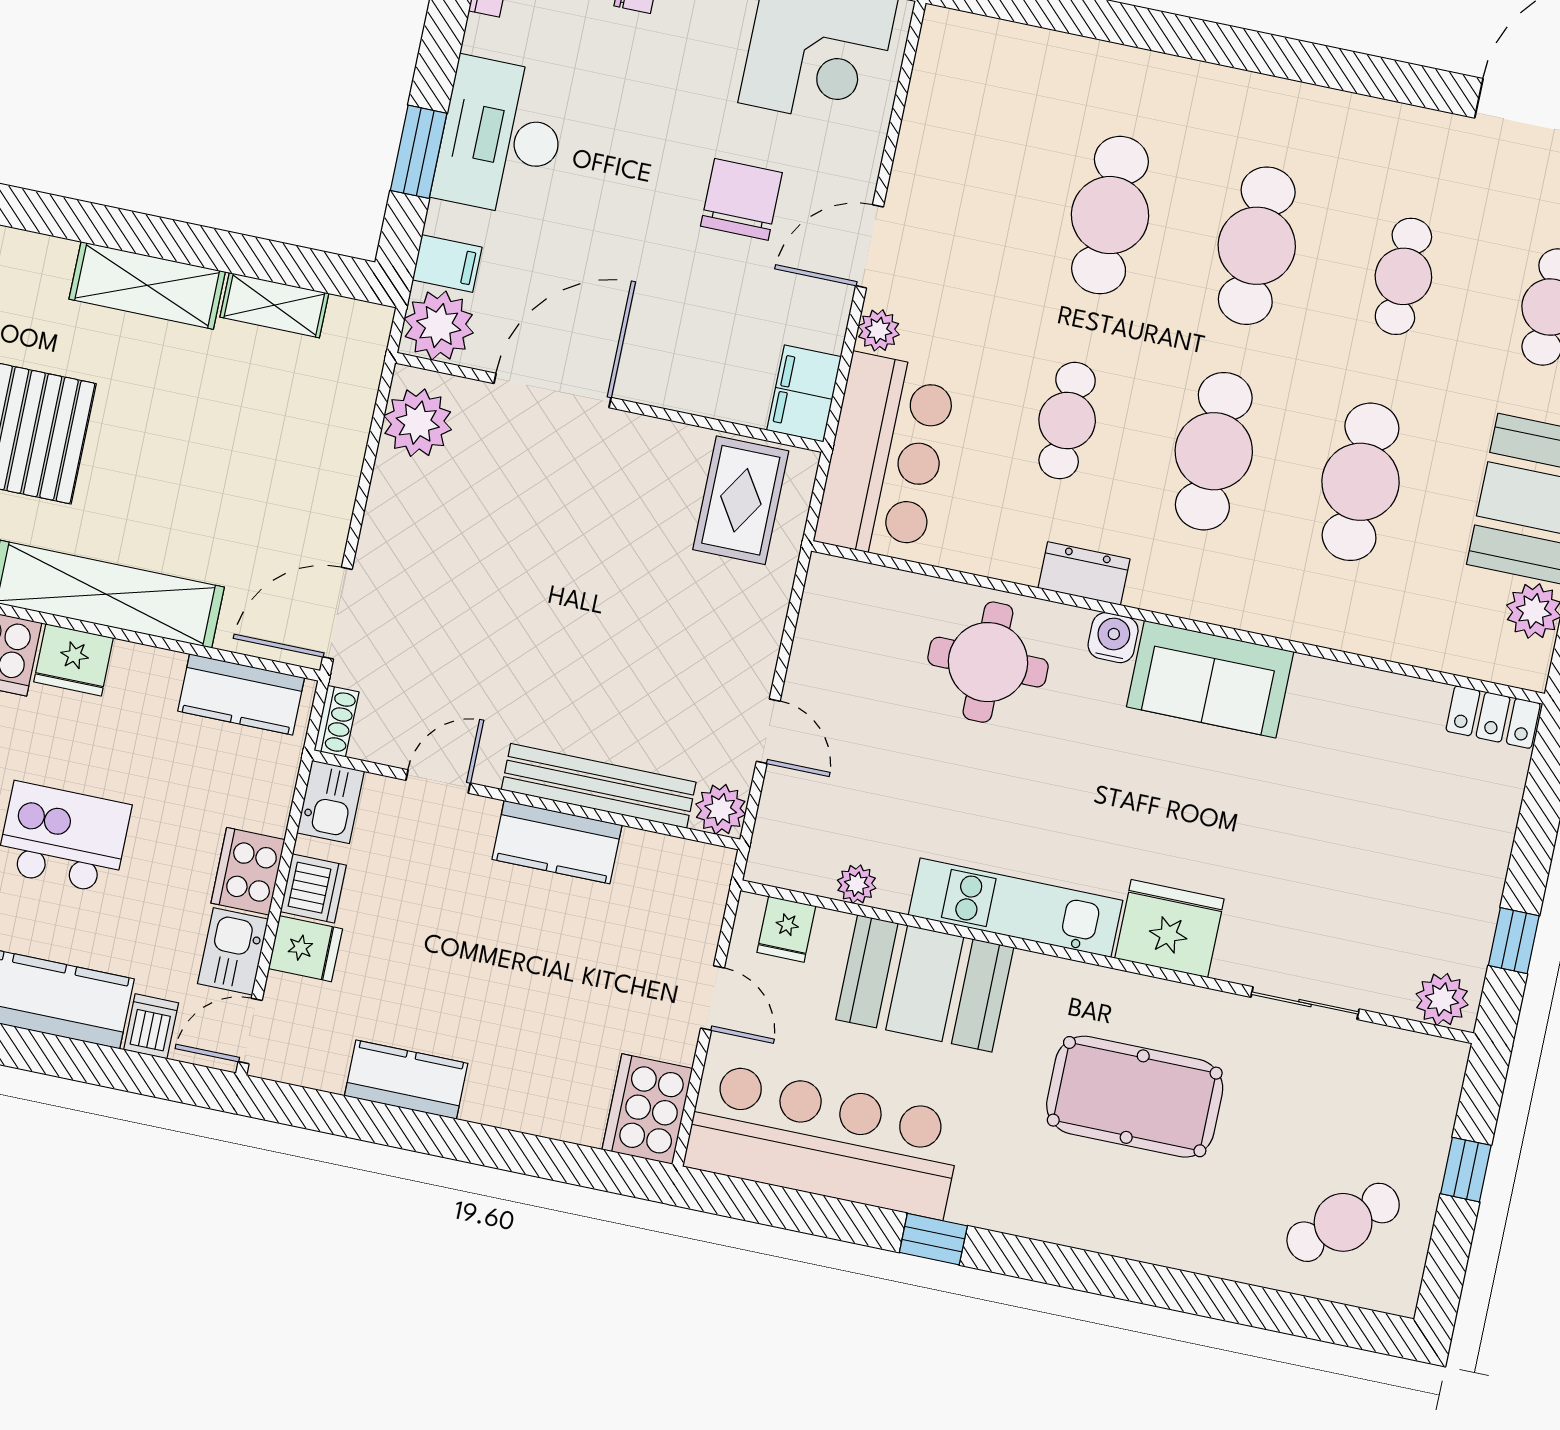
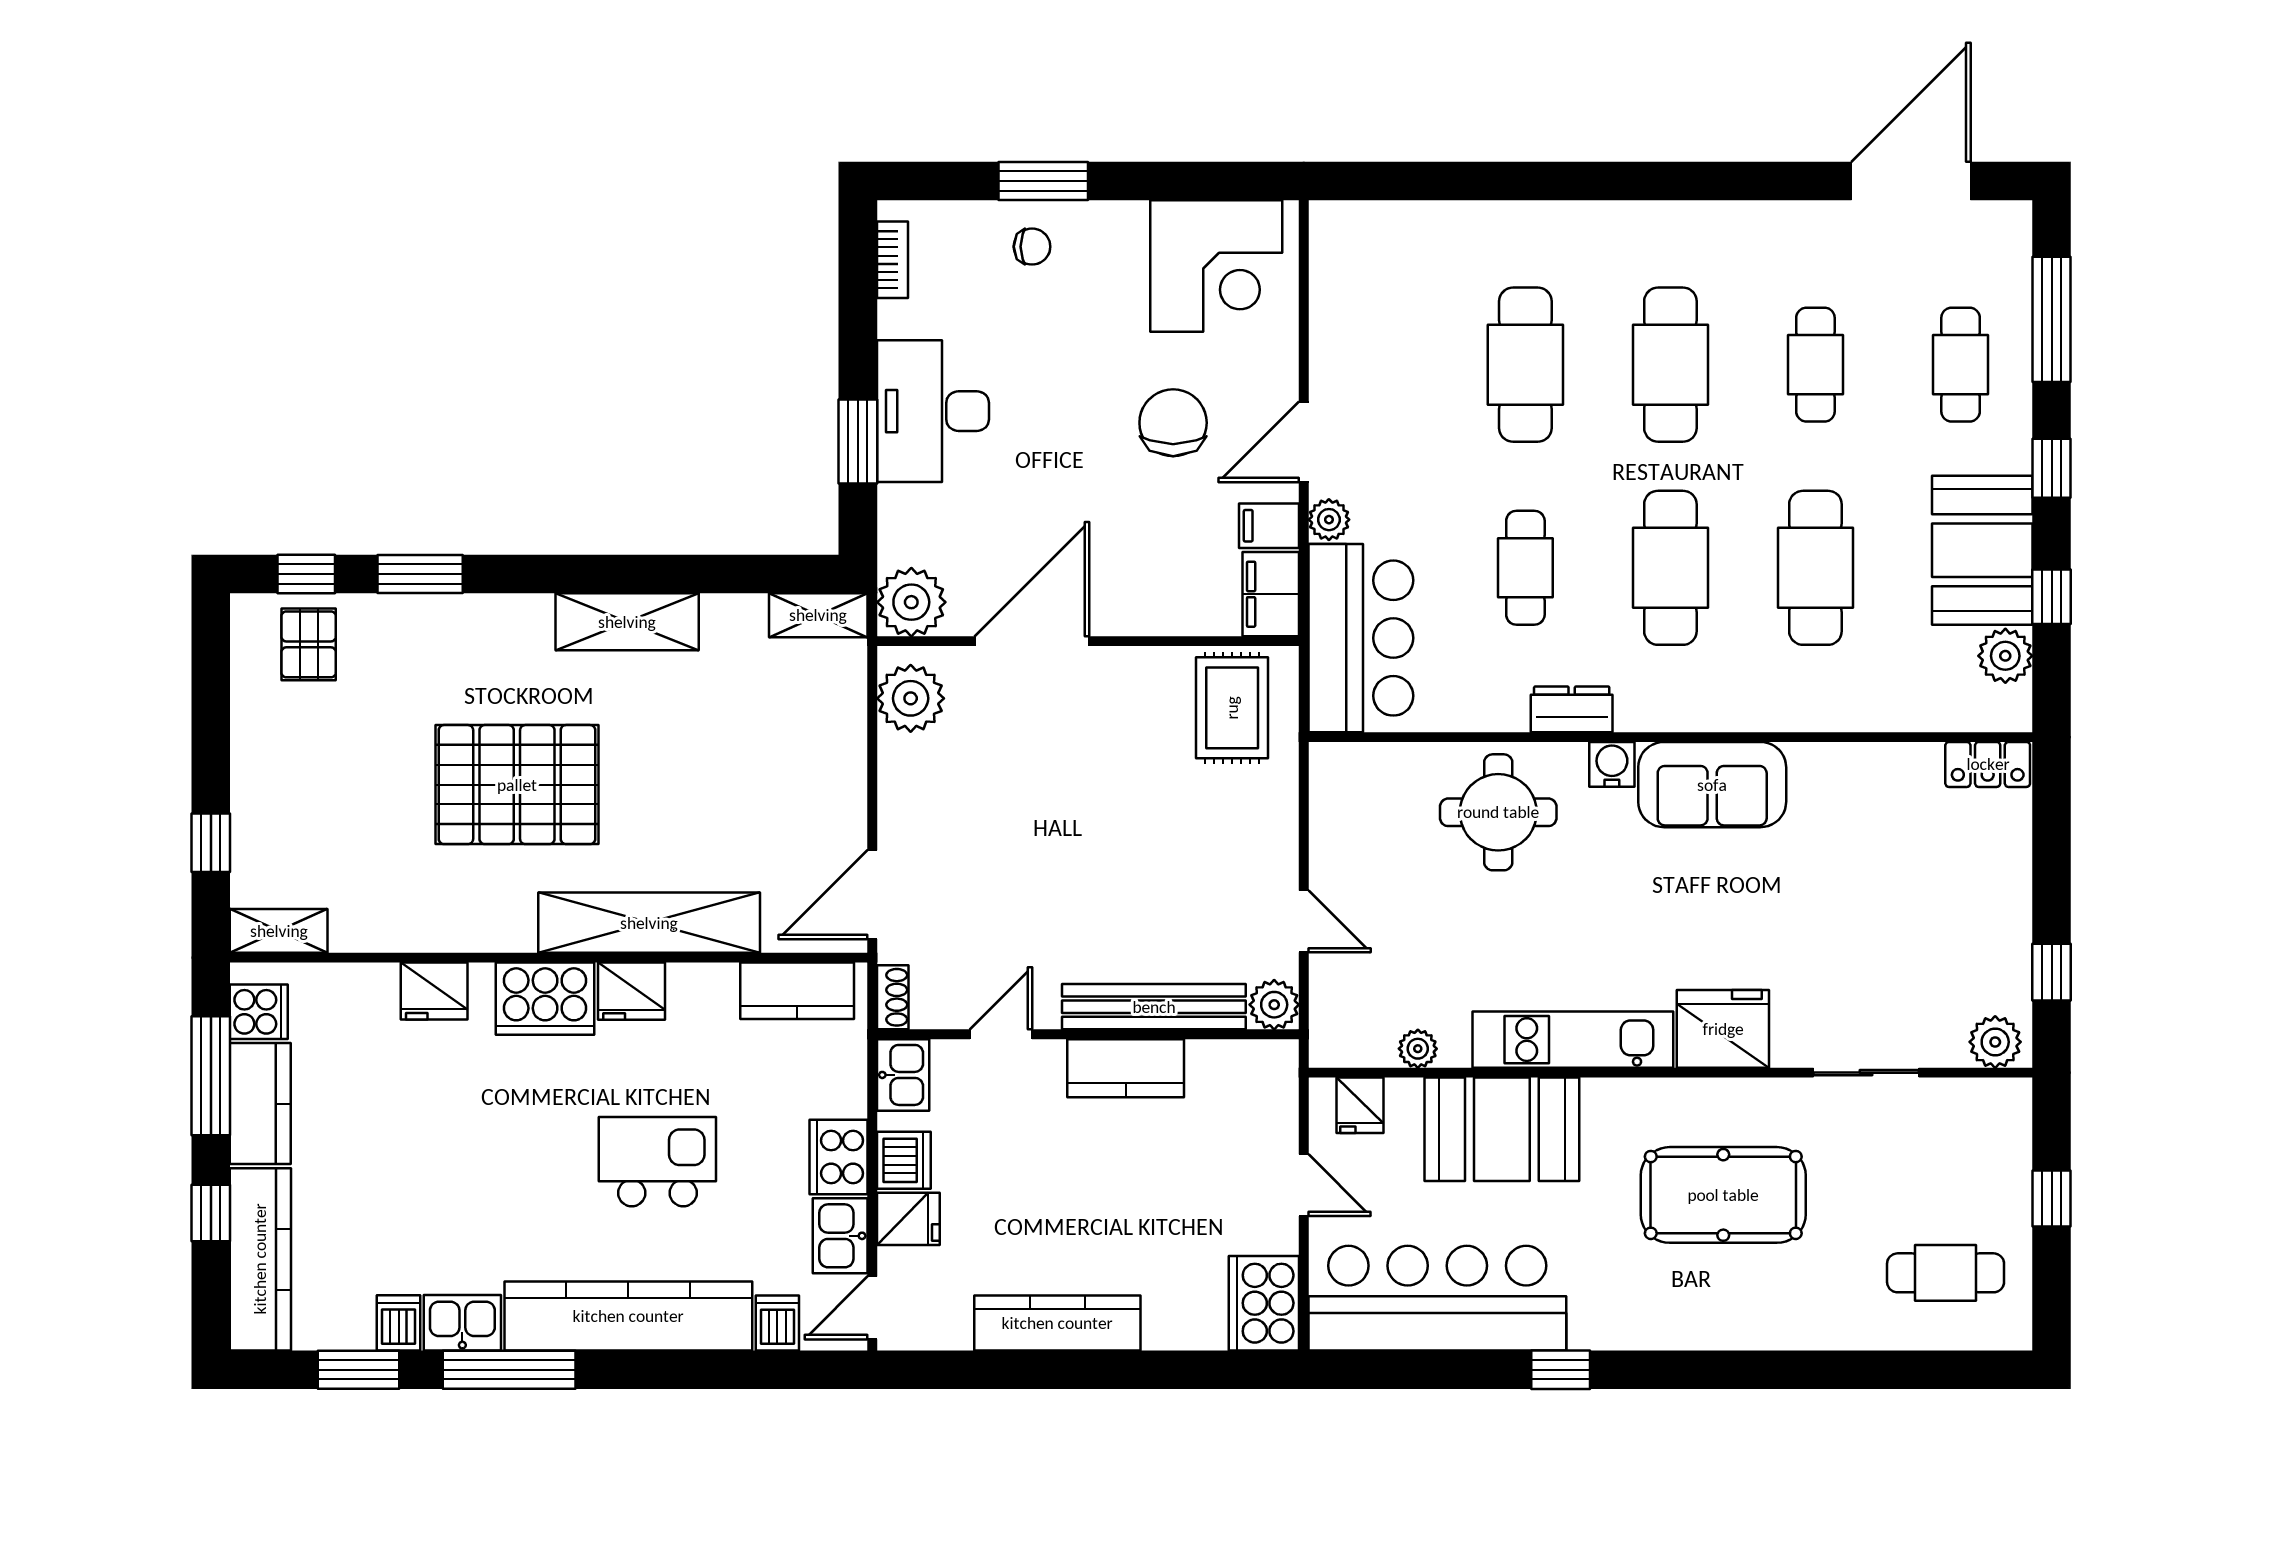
filing cabinet: (447, 263) -> (1269, 526), moved, turned 180
shelving: (274, 305) -> (818, 615), moved
kitchen counter: (406, 1080) -> (1057, 1323), width x1.50
cafe table: (1343, 1222) -> (1946, 1273), turned 39

